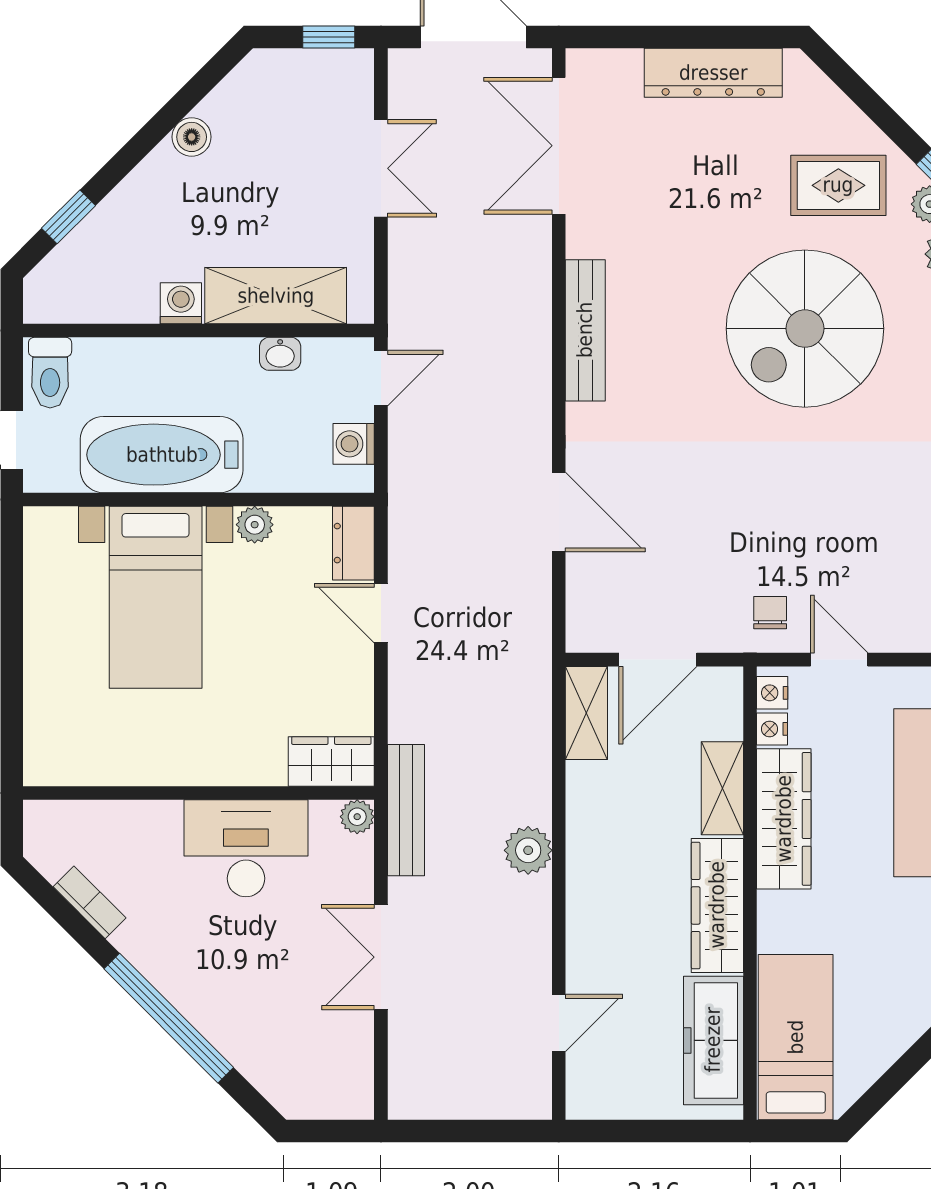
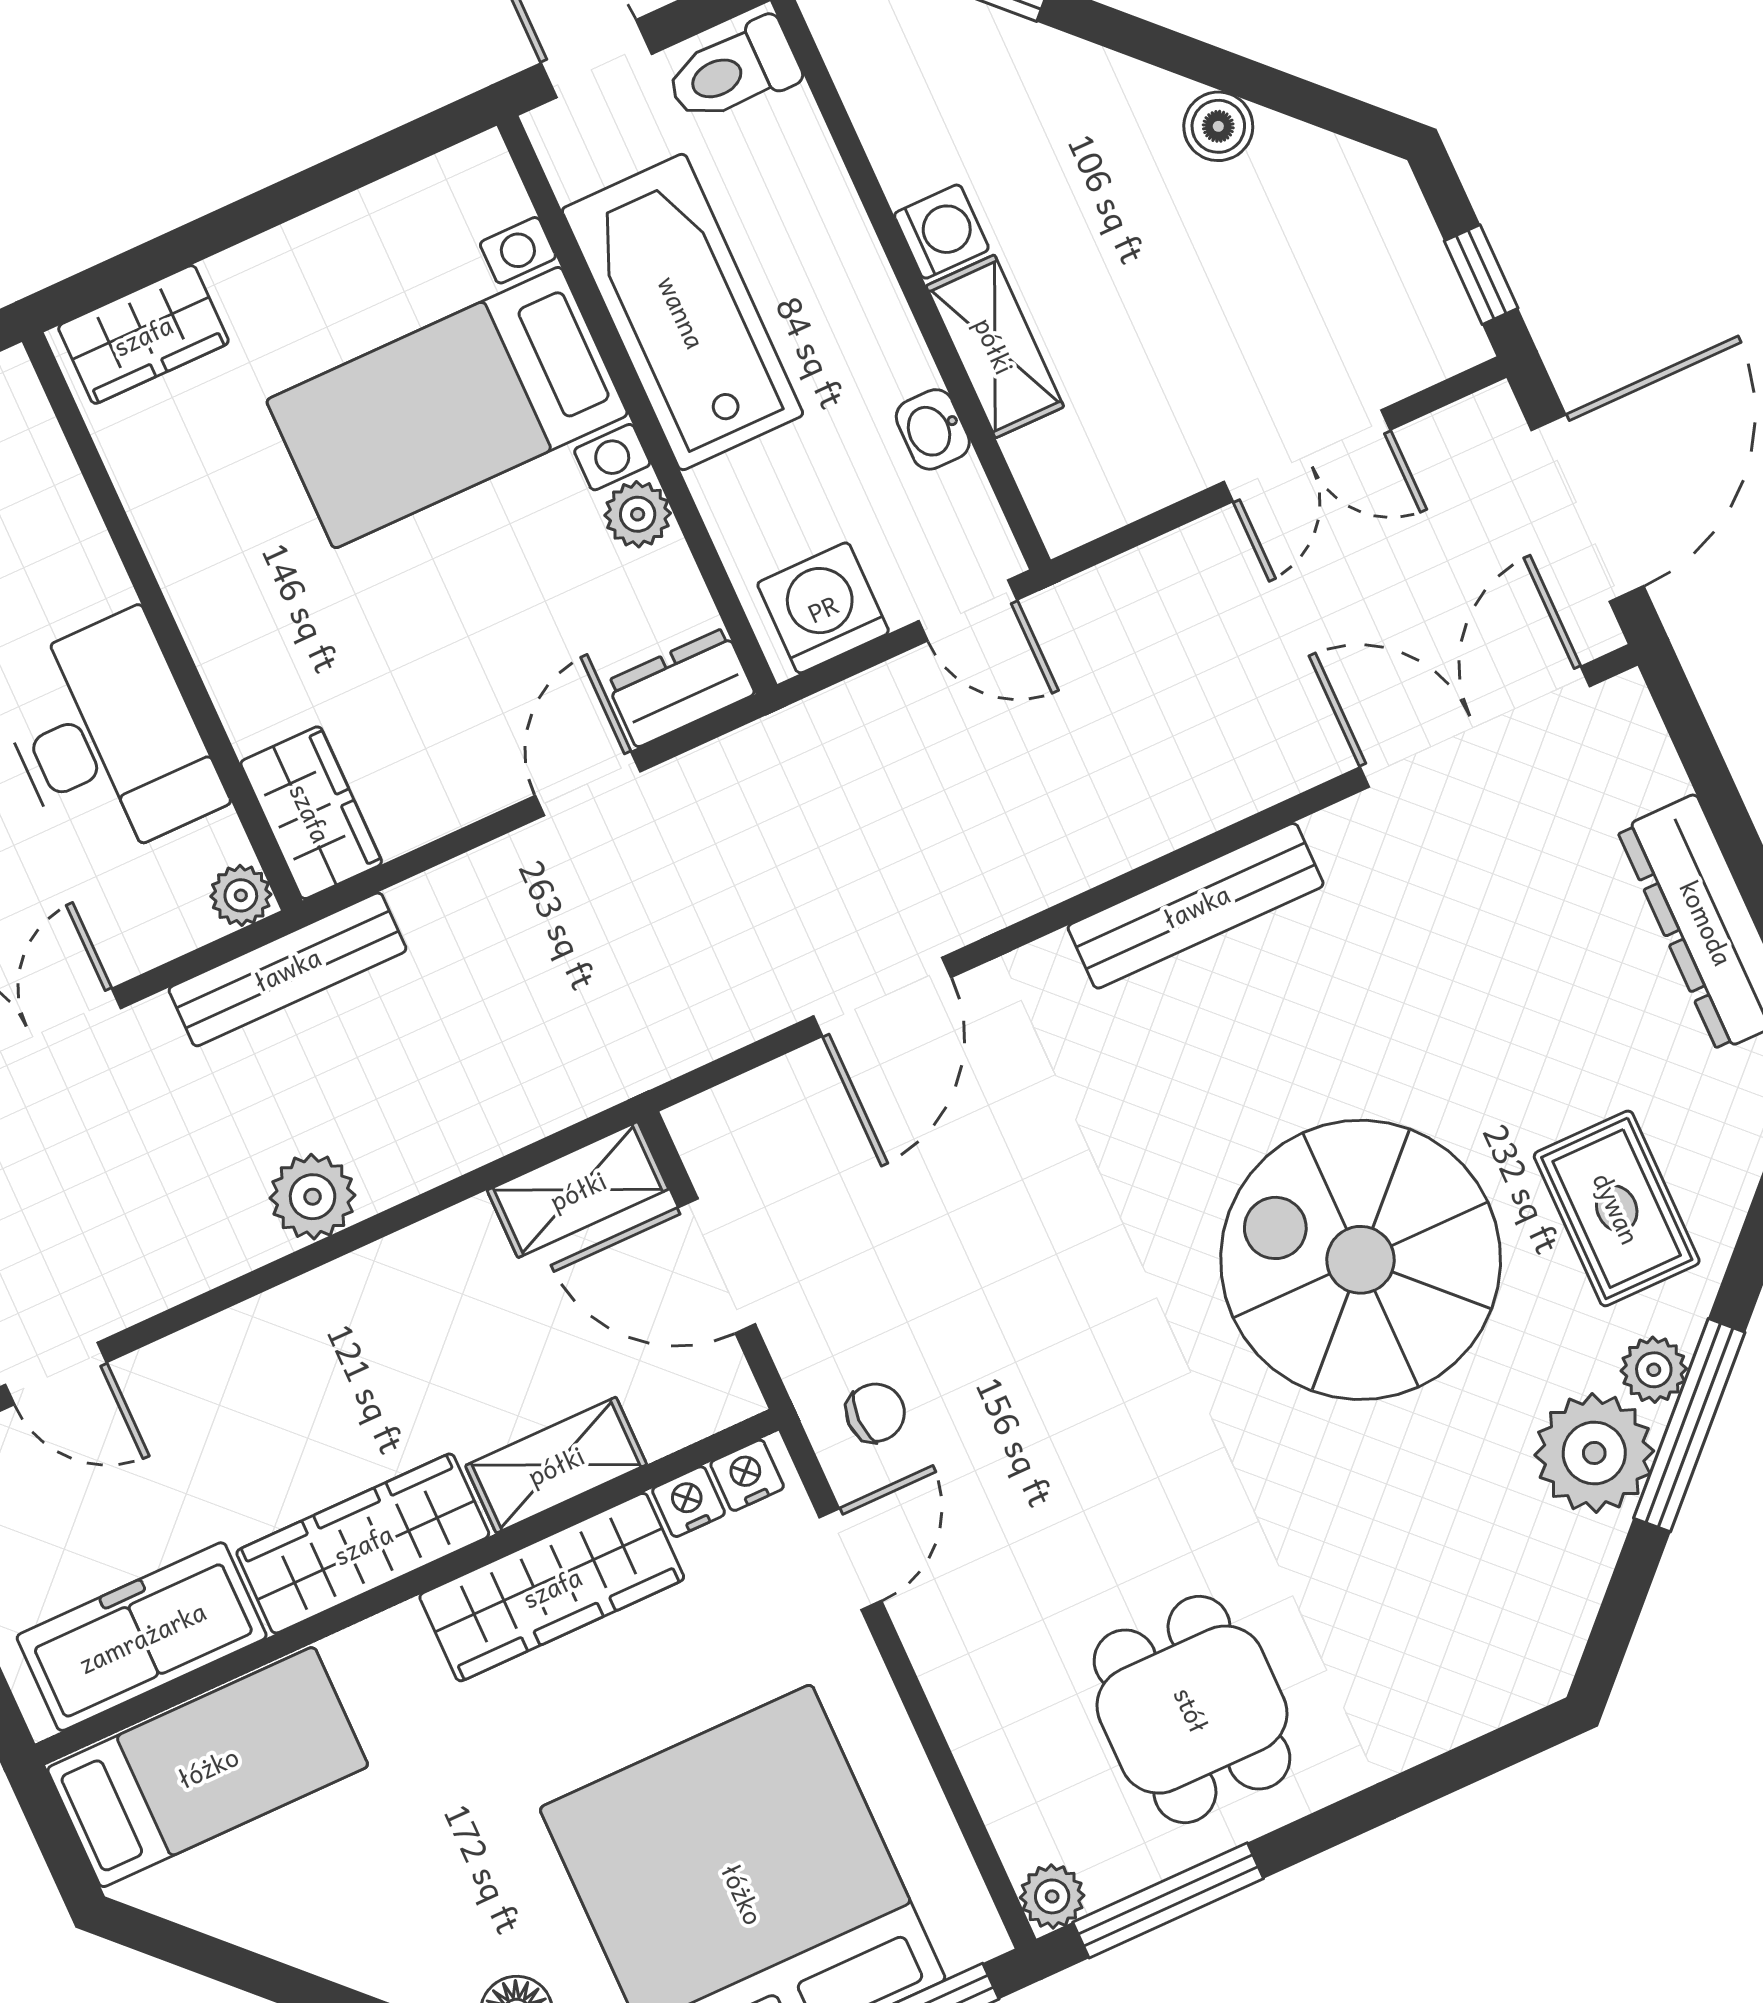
shelving: (276, 296) -> (995, 346), width x0.67, depth x0.75
washing machine: (354, 444) -> (823, 608), width x1.38, depth x1.38
wardrobe: (47, 736) -> (143, 335), added

